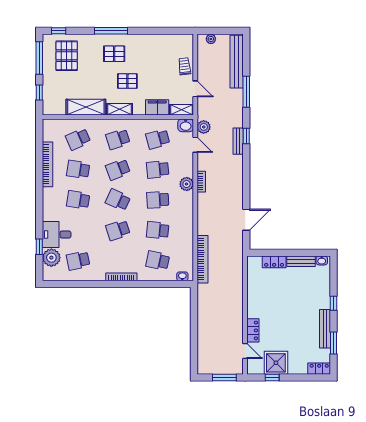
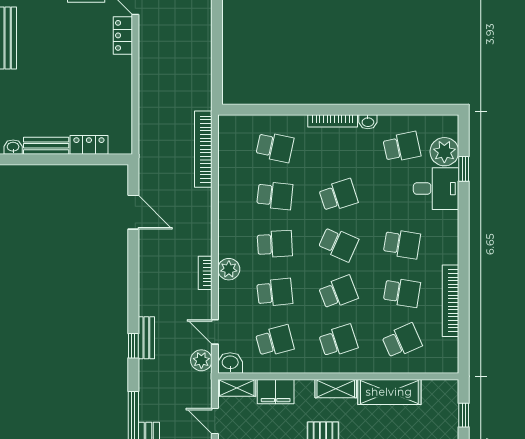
door: (246, 220) -> (133, 212), swing flipped
washbasin: (182, 276) -> (368, 122), moved

